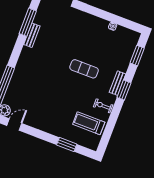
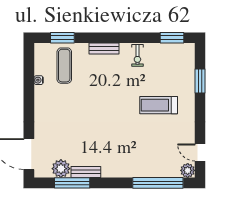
plant: (41, 18) -> (61, 169), added
exercise mat: (84, 69) -> (64, 66), moved
window: (124, 90) -> (172, 38), moved
treadmill: (89, 123) -> (159, 105), moved, turned 90

